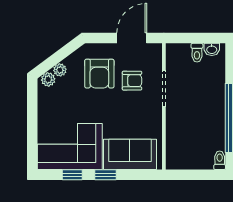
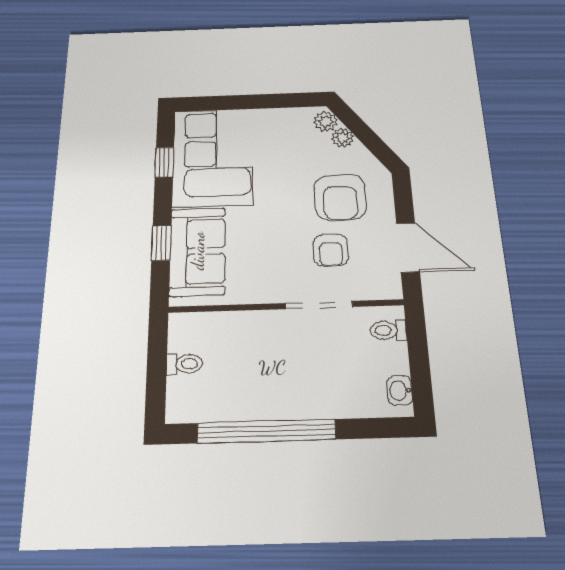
toilet: (197, 53) -> (388, 330), moved
armchair: (99, 74) -> (340, 197), turned -90
toilet: (220, 160) -> (184, 364), moved
window: (106, 175) -> (161, 243), moved

